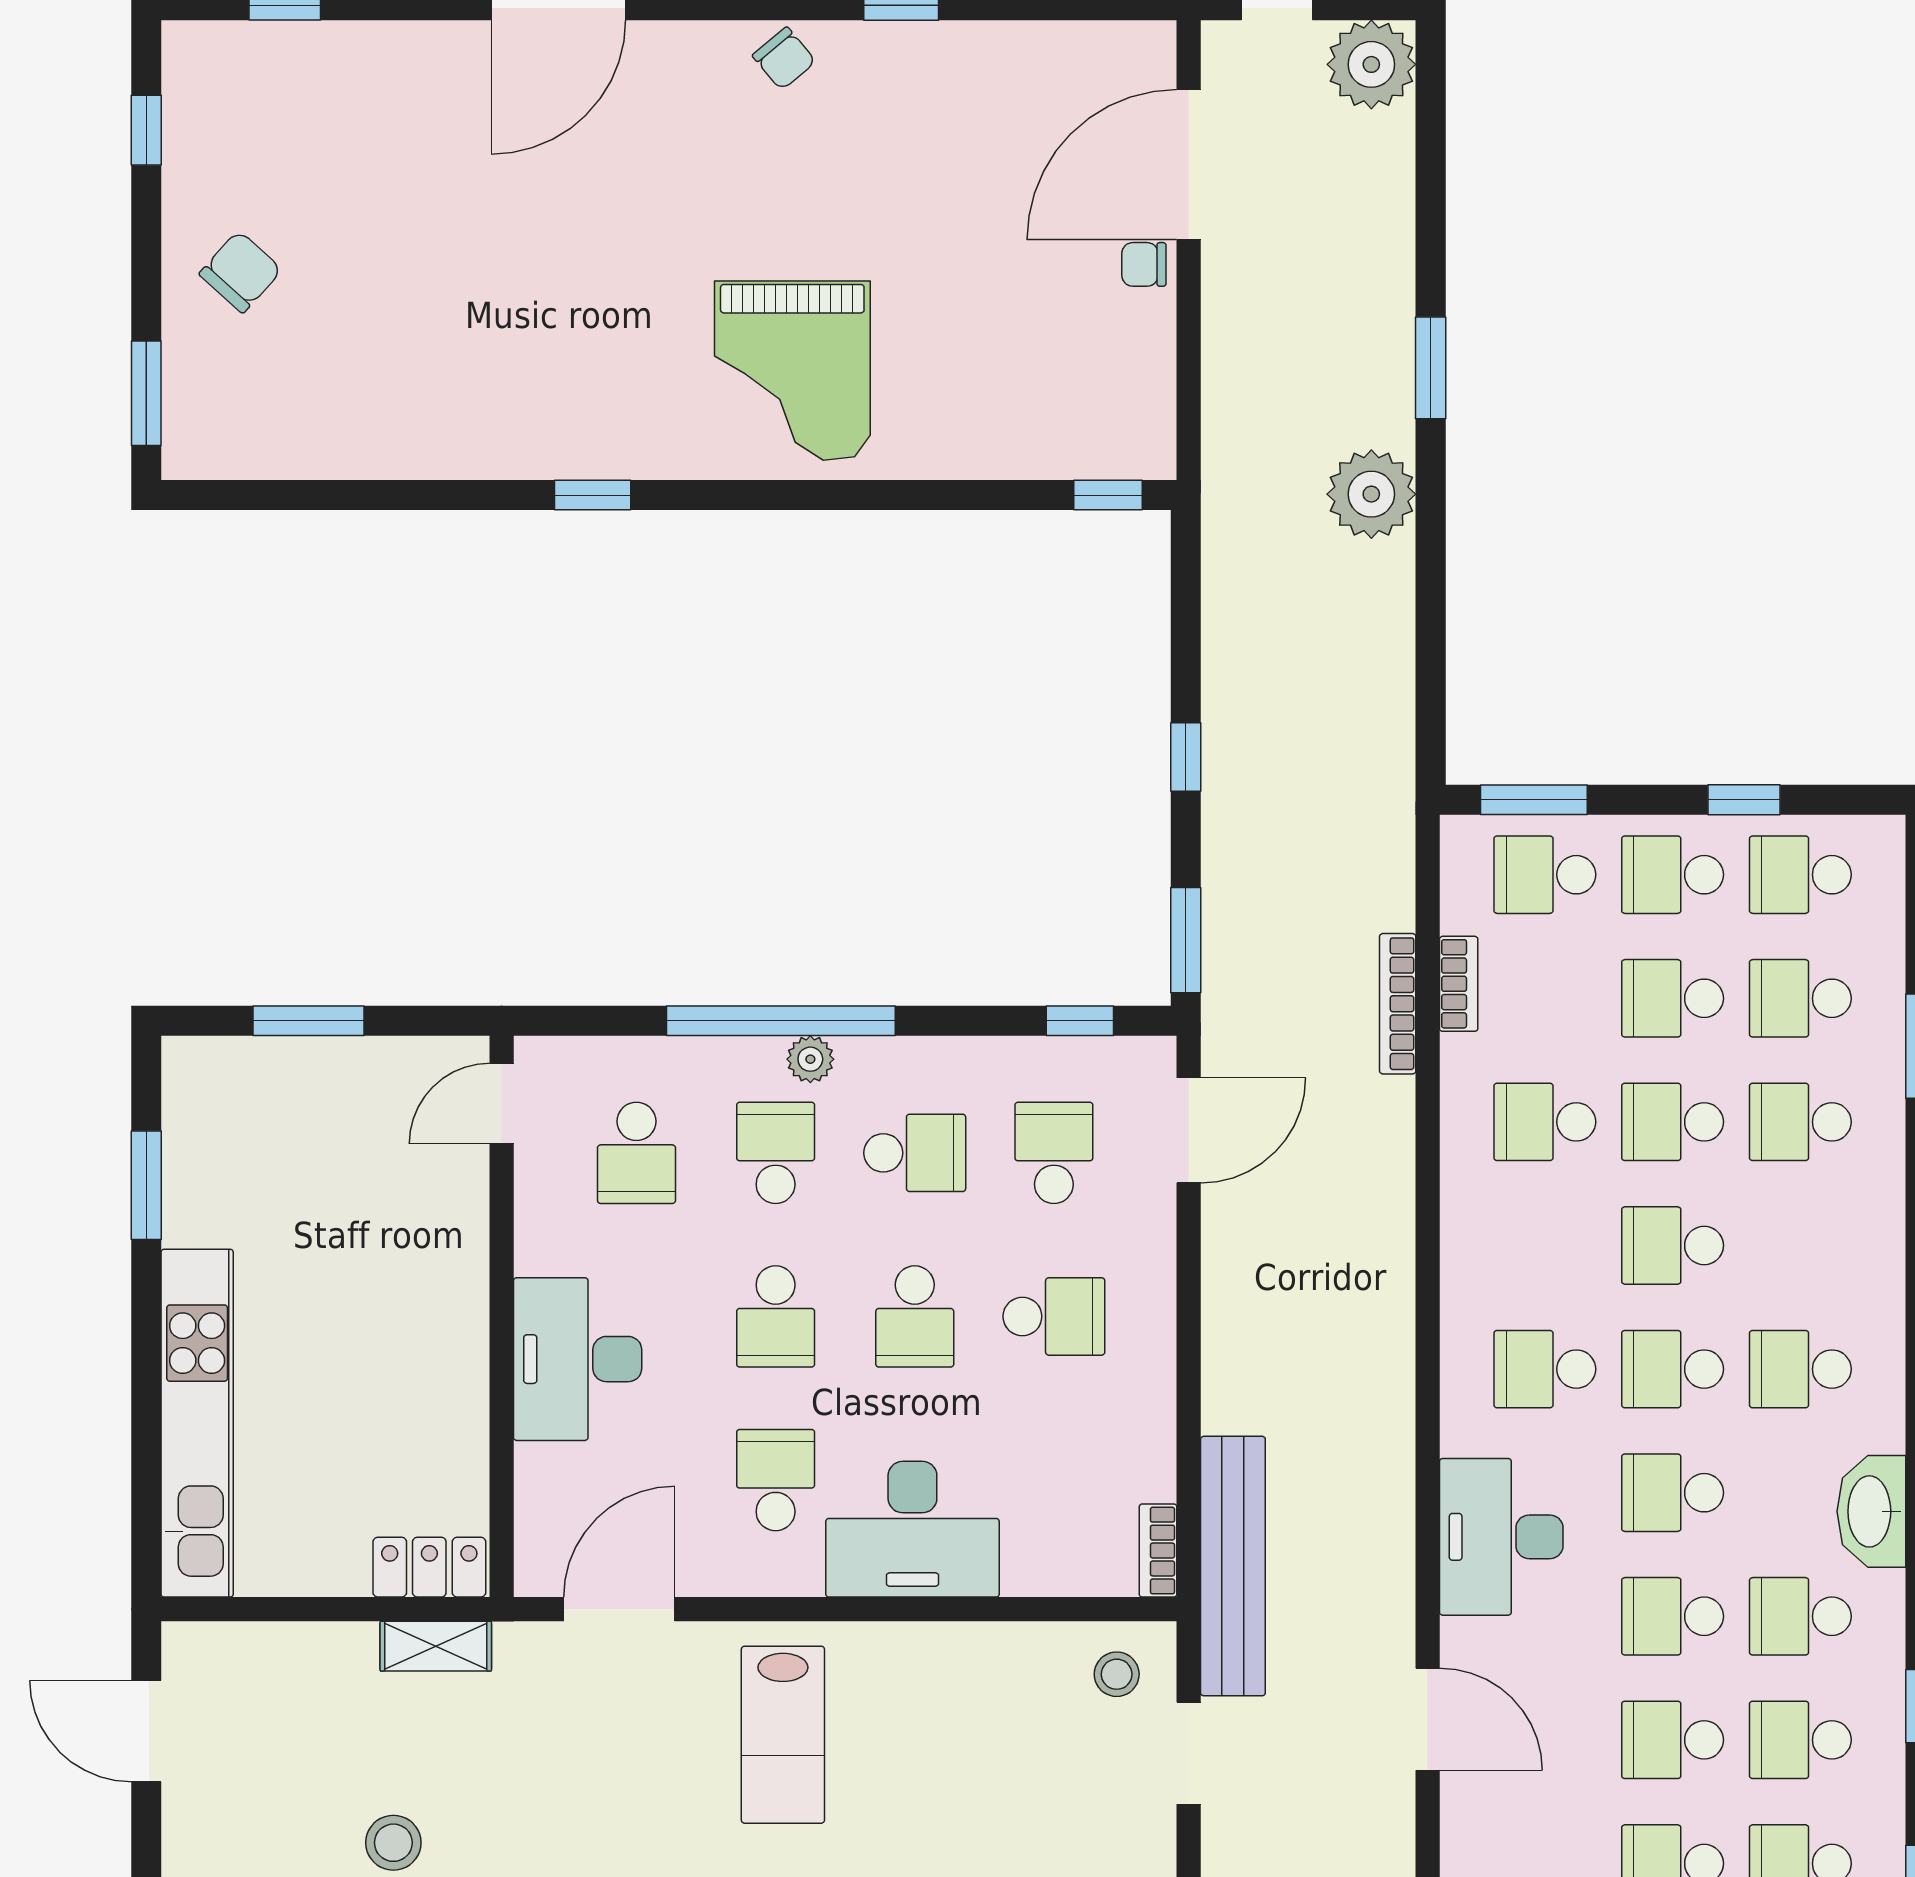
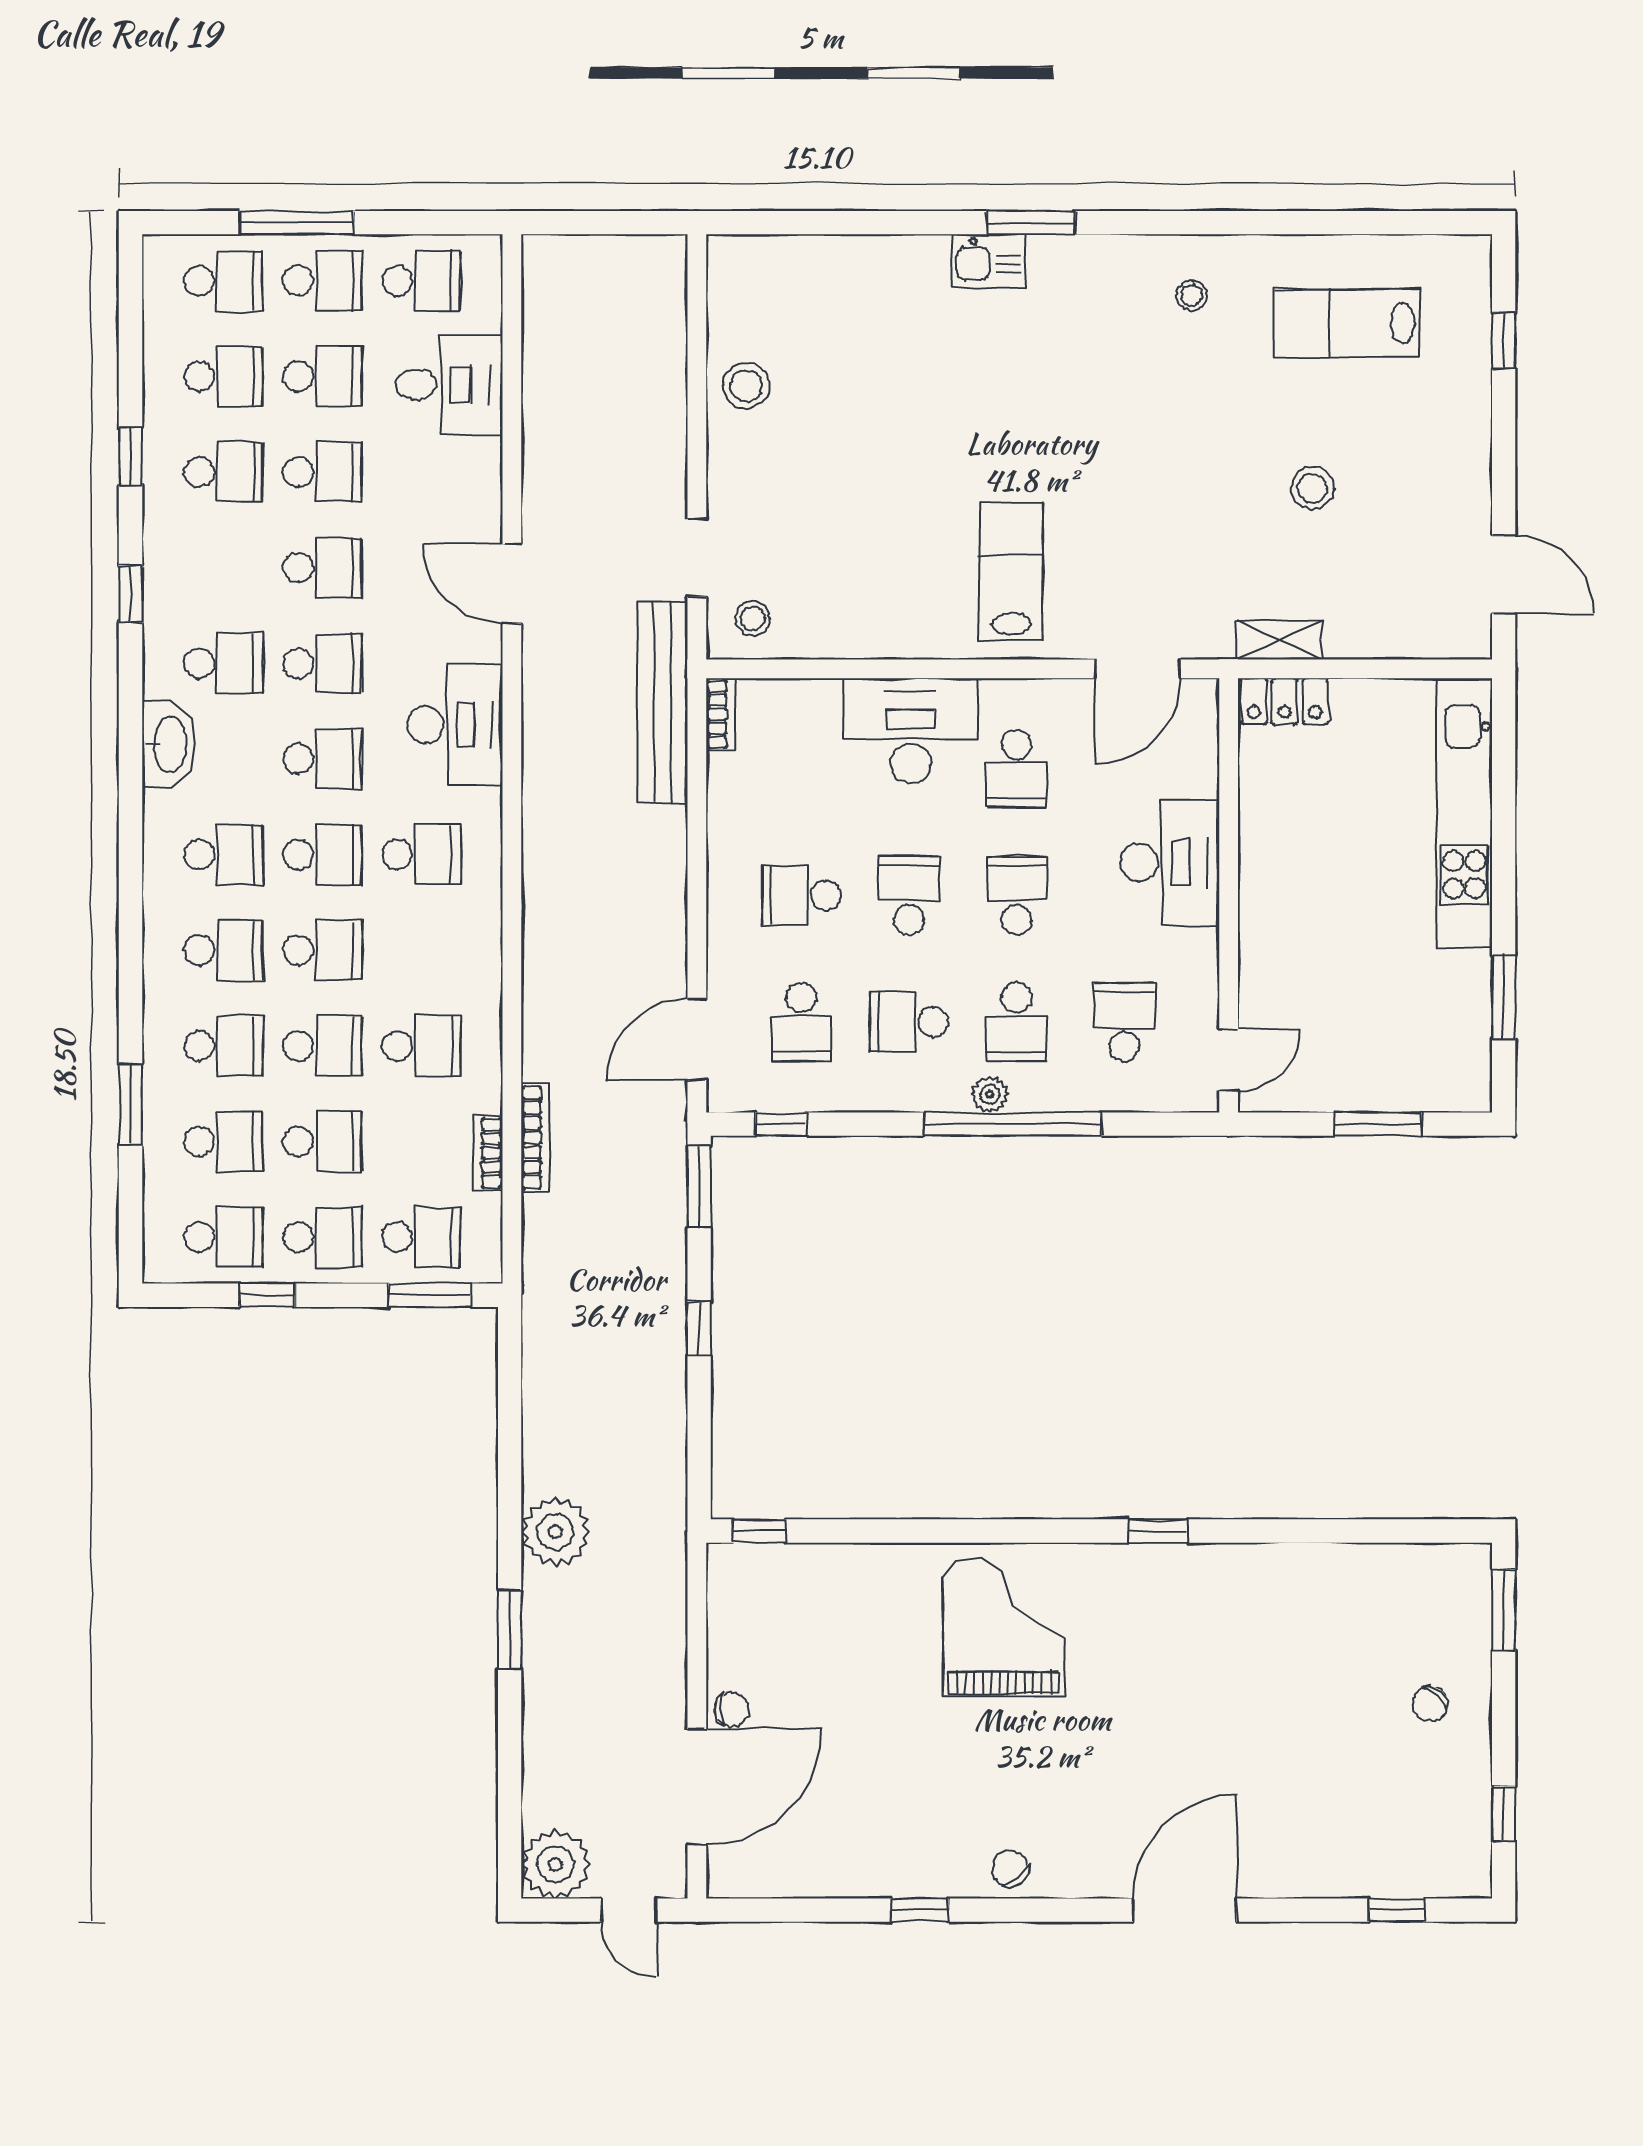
chair: (241, 272) -> (1431, 1704), width x0.73, depth x0.73
school desk: (1800, 1740) -> (224, 950), moved

